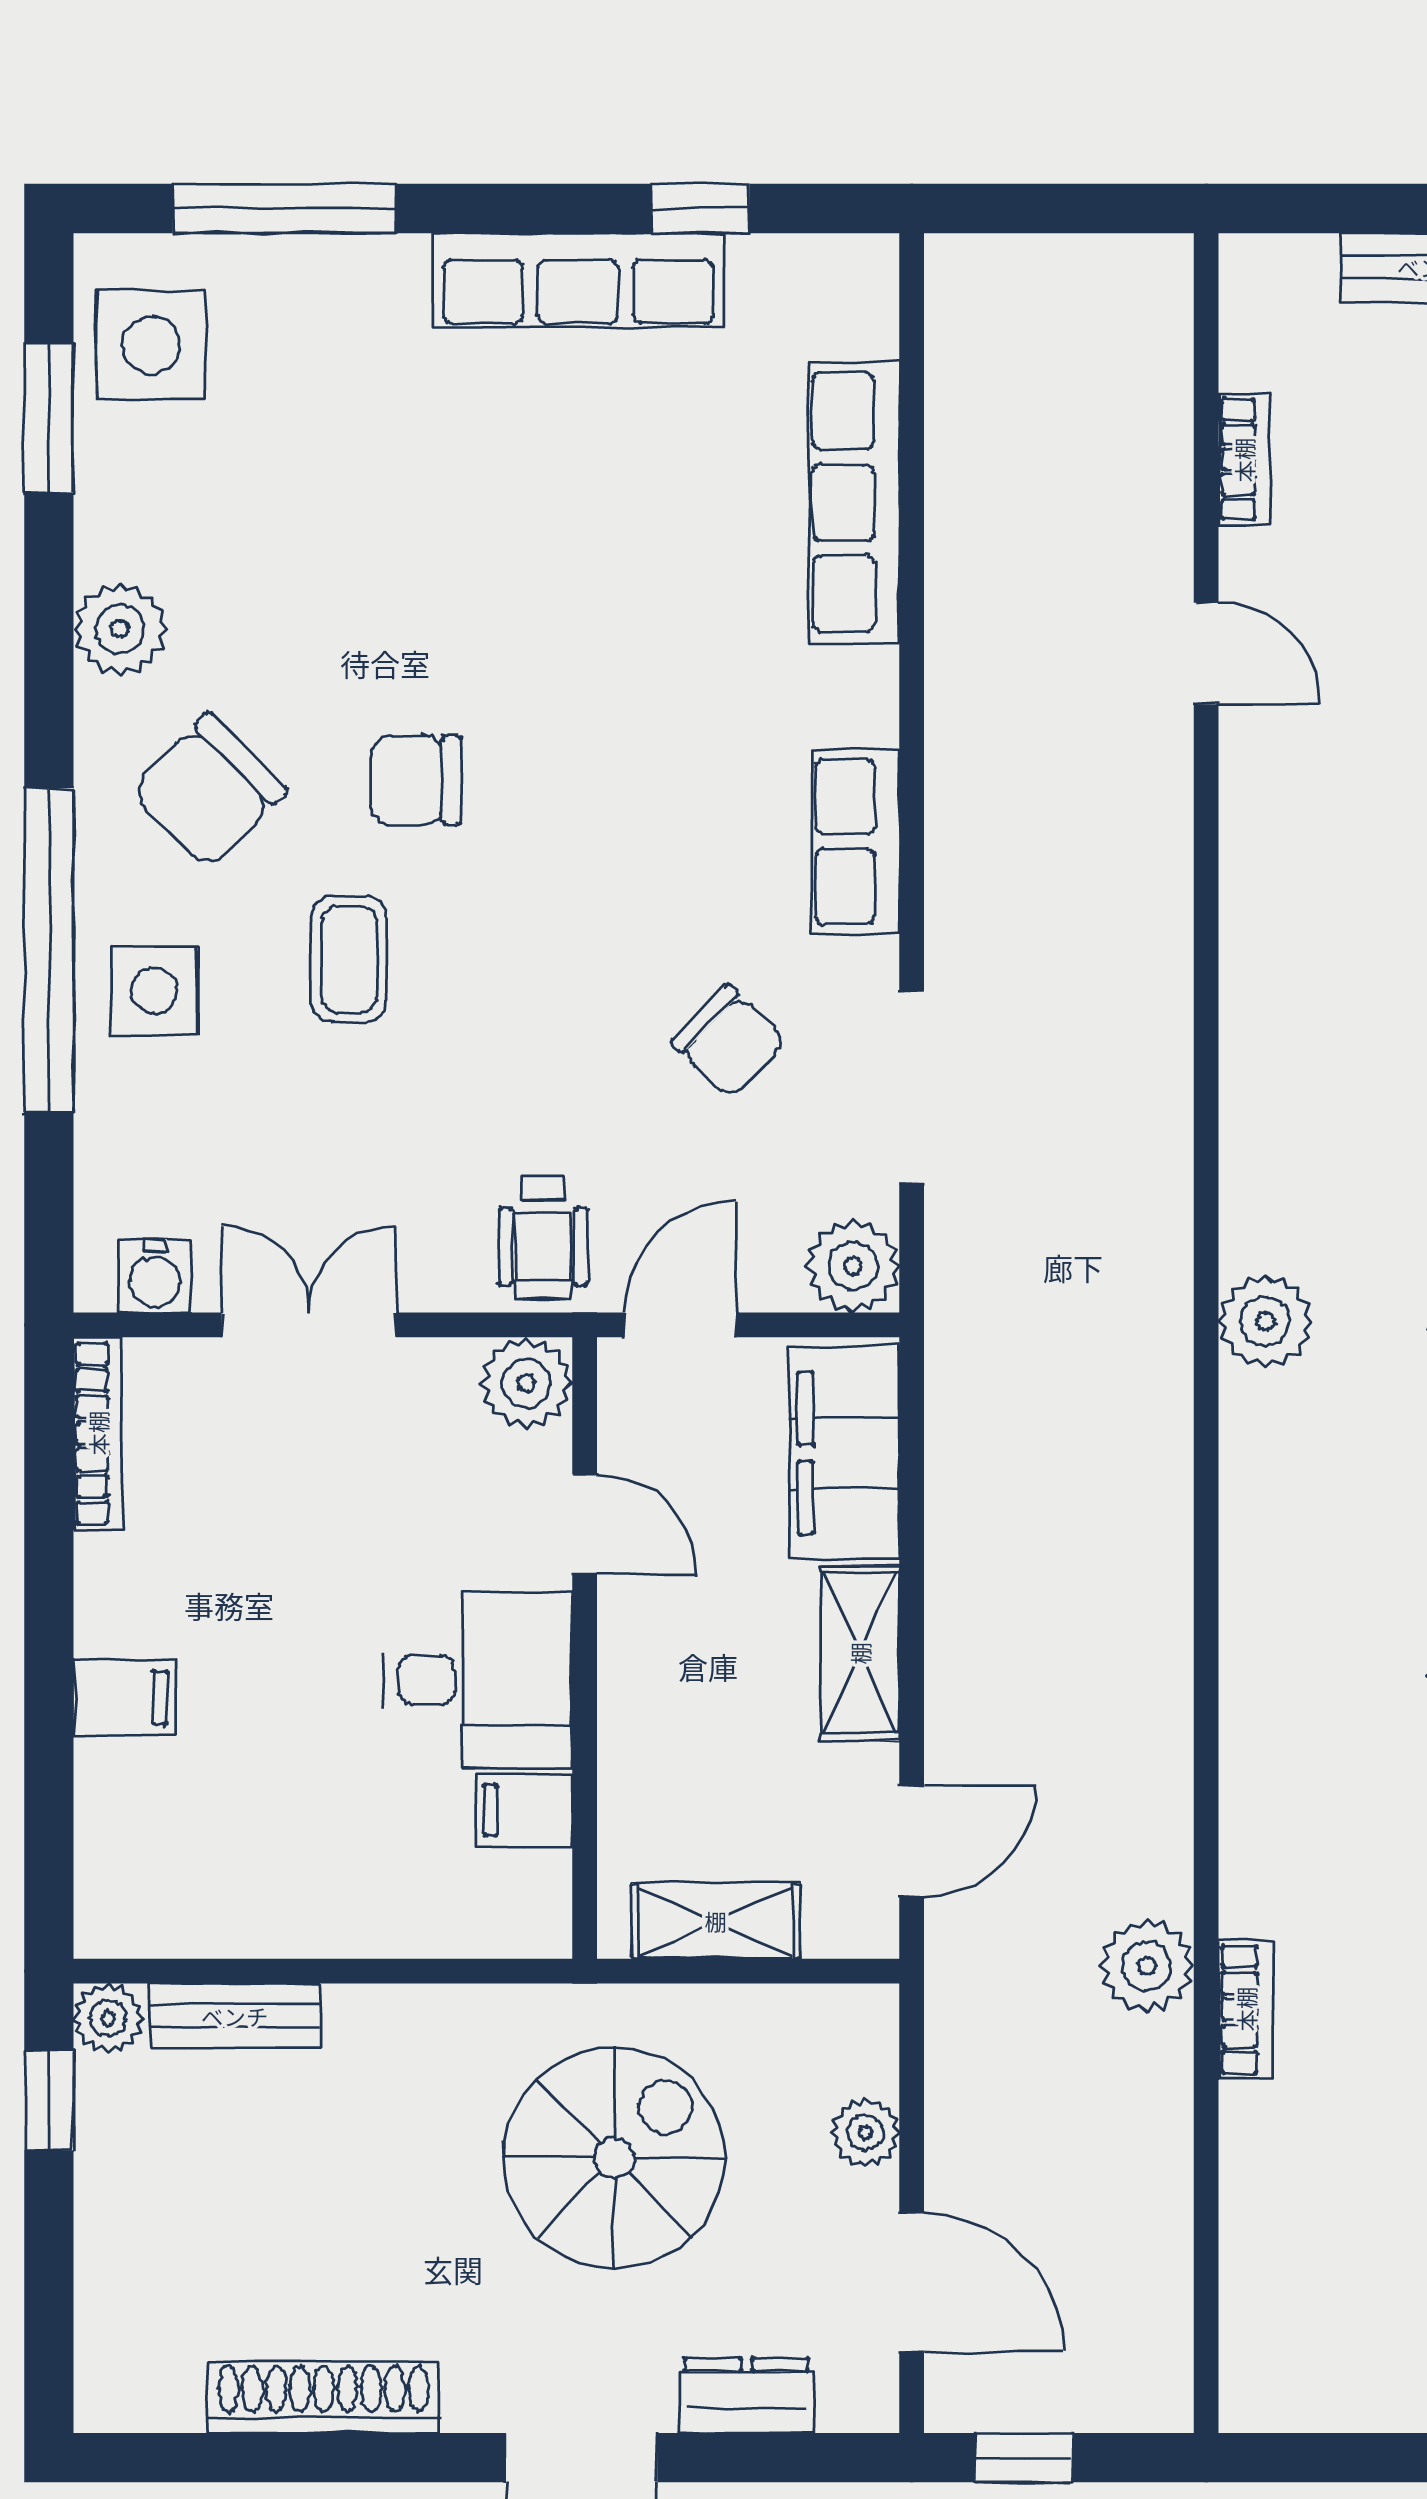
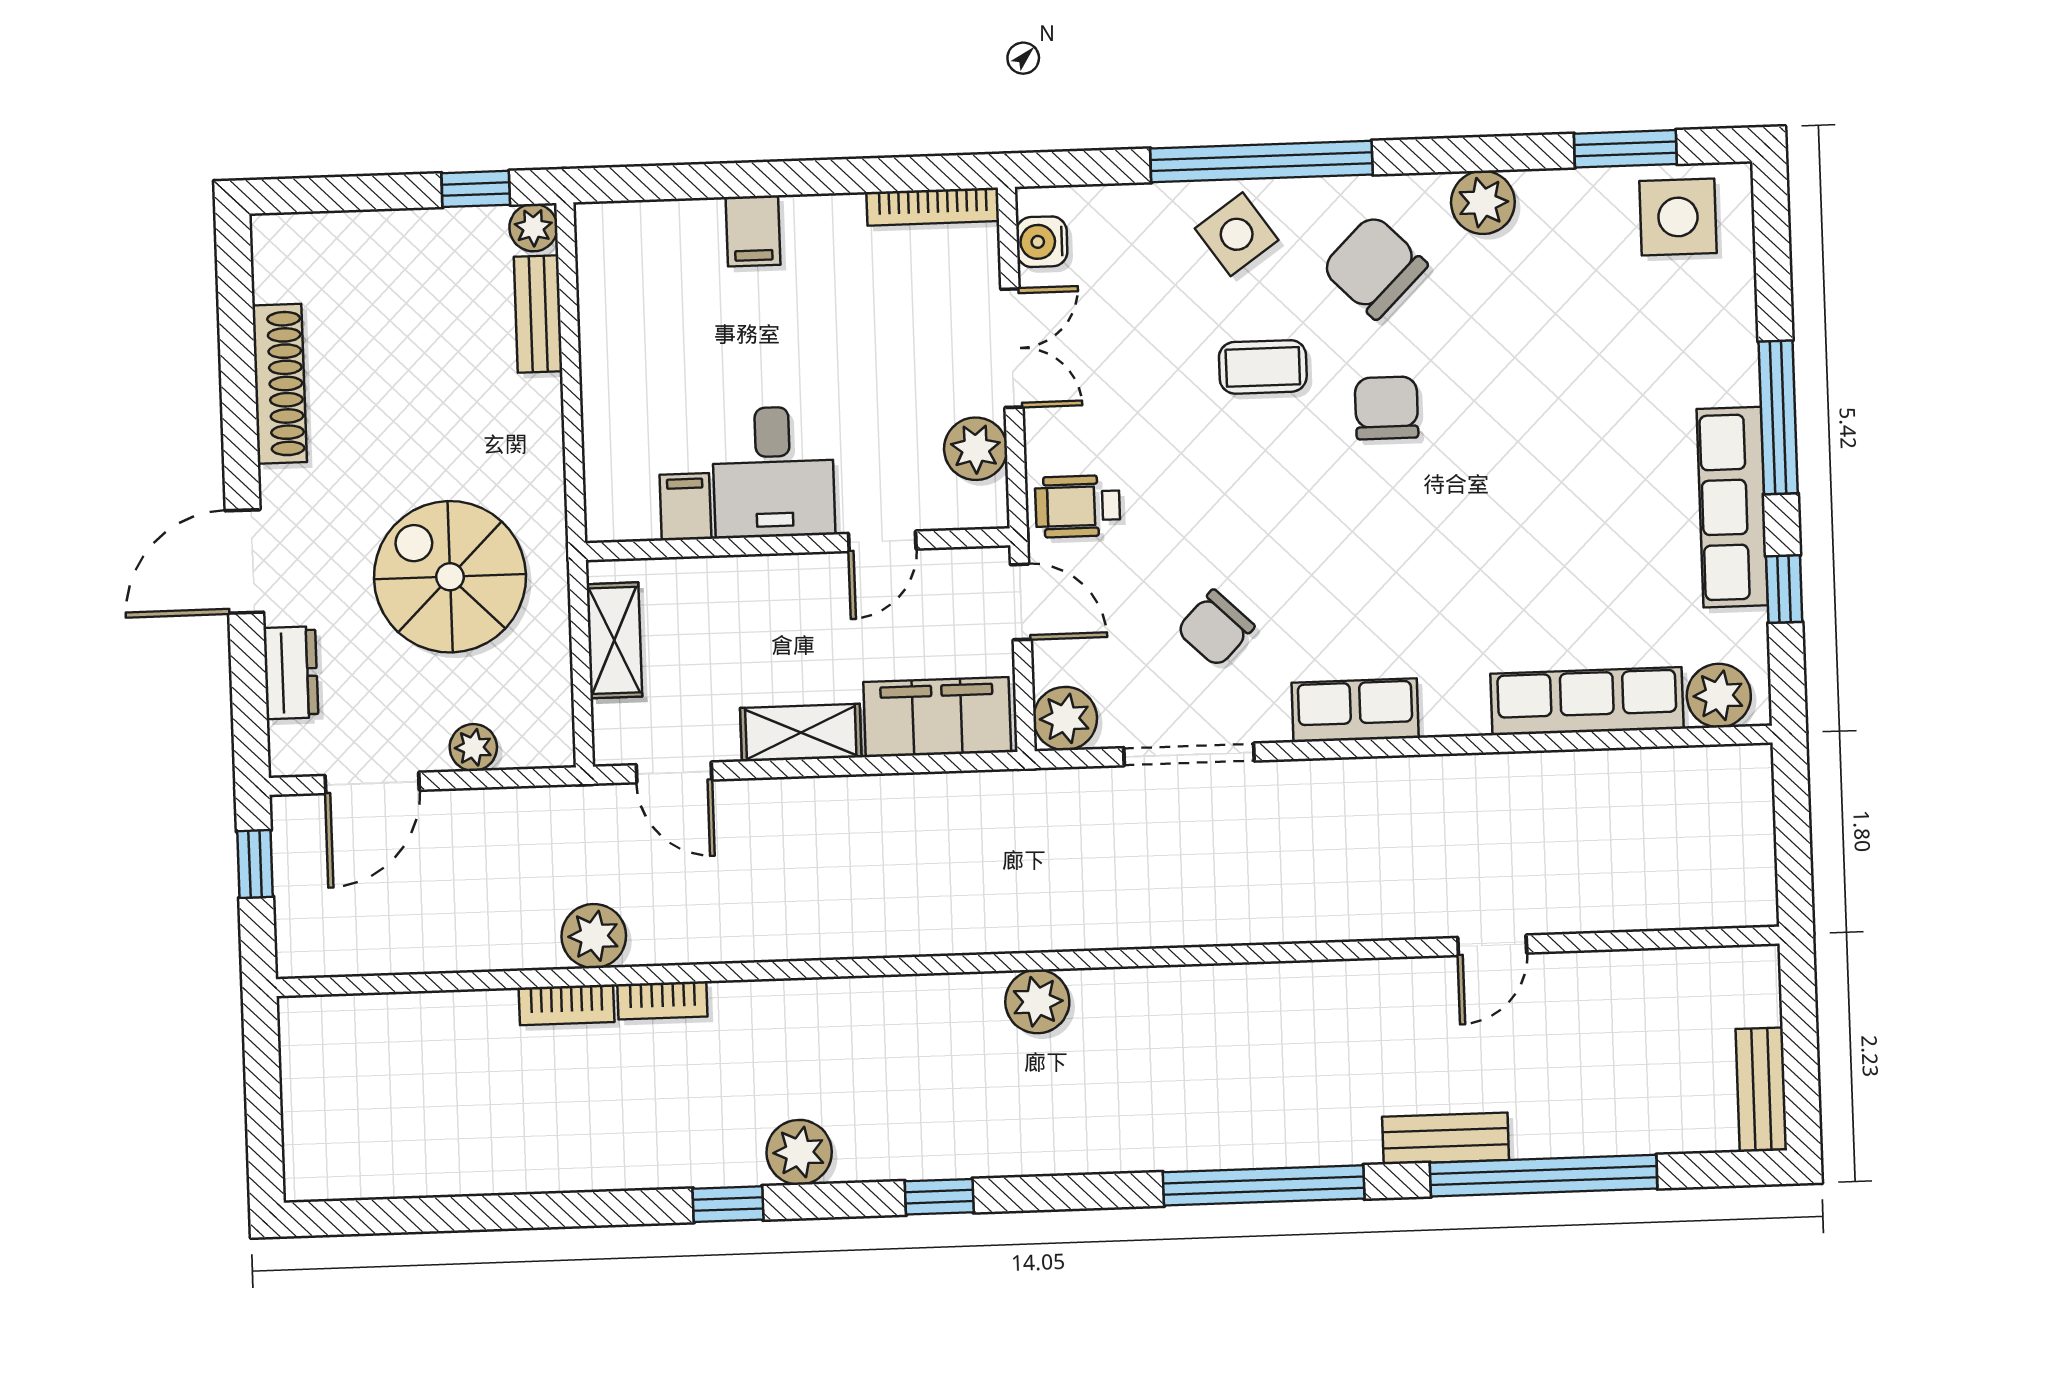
window: (284, 208) -> (1778, 417), moved
plant: (853, 309) -> (1719, 696), added
bookcase: (1244, 460) -> (662, 1000), moved
side table: (154, 991) -> (1237, 234), turned -35
plant: (526, 1383) -> (976, 449), moved
spiral stairs: (614, 2158) -> (450, 577), turned 180

